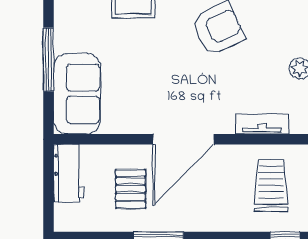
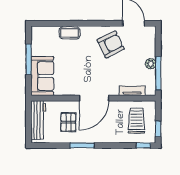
workbench: (69, 174) -> (38, 120), width x1.38

